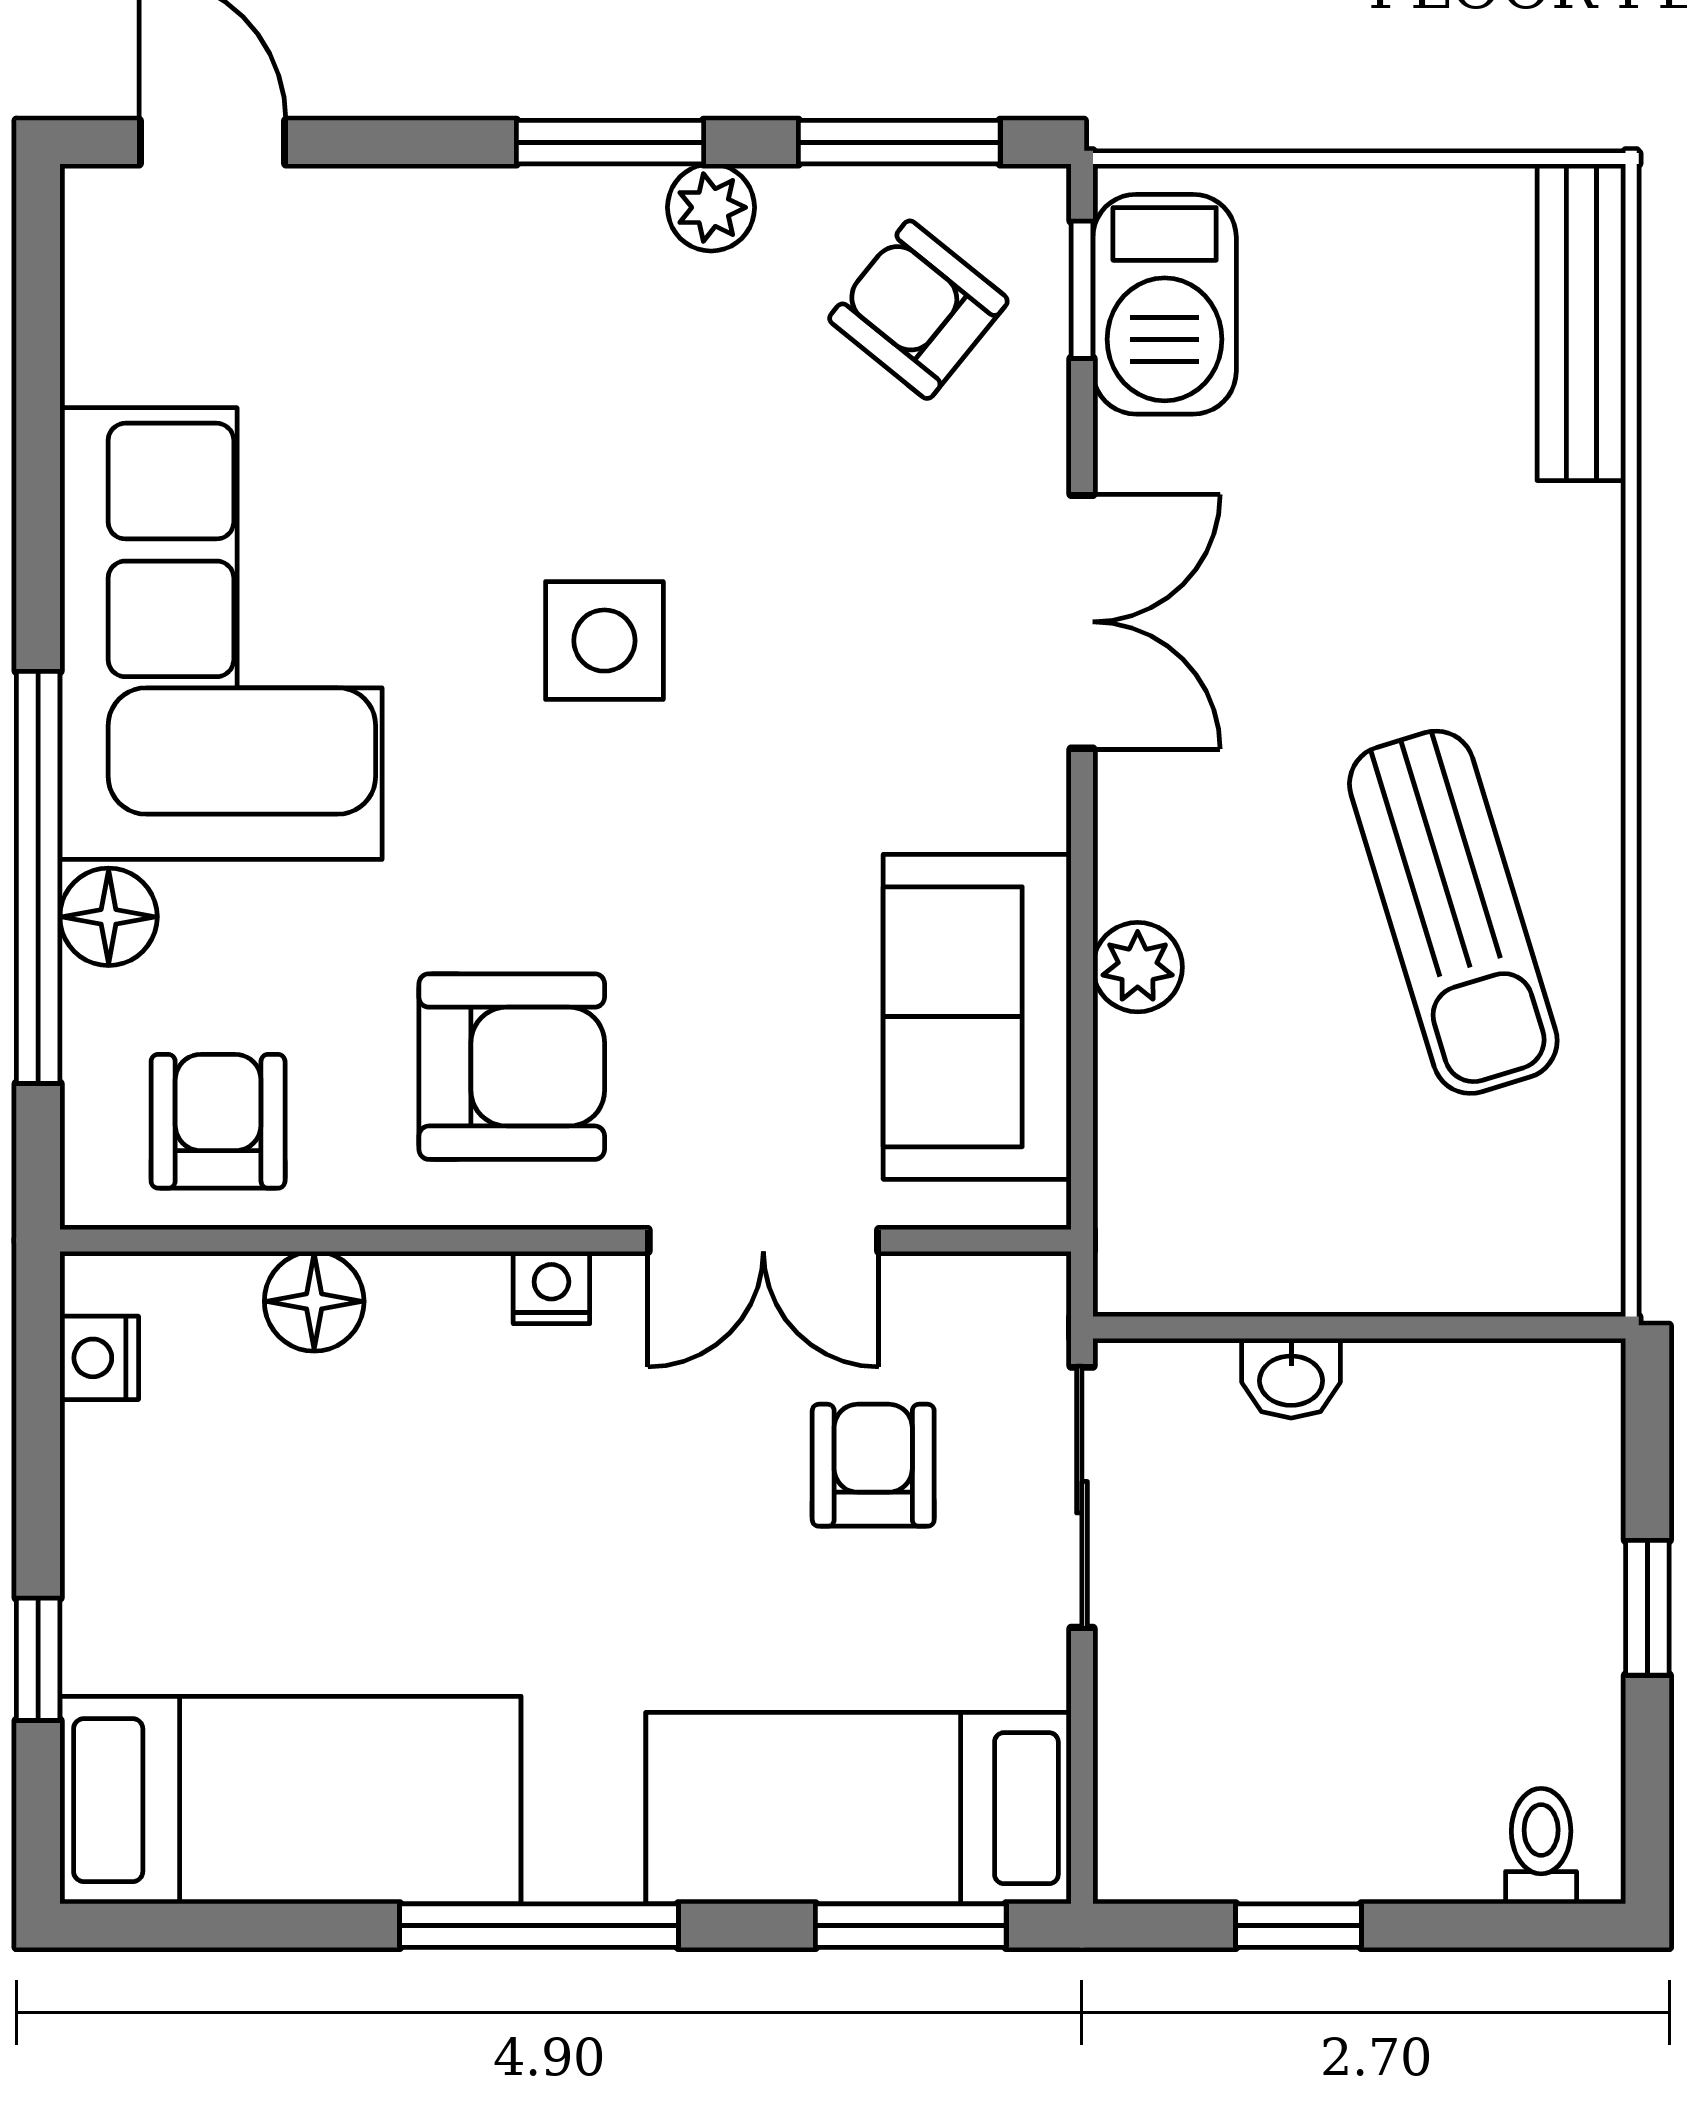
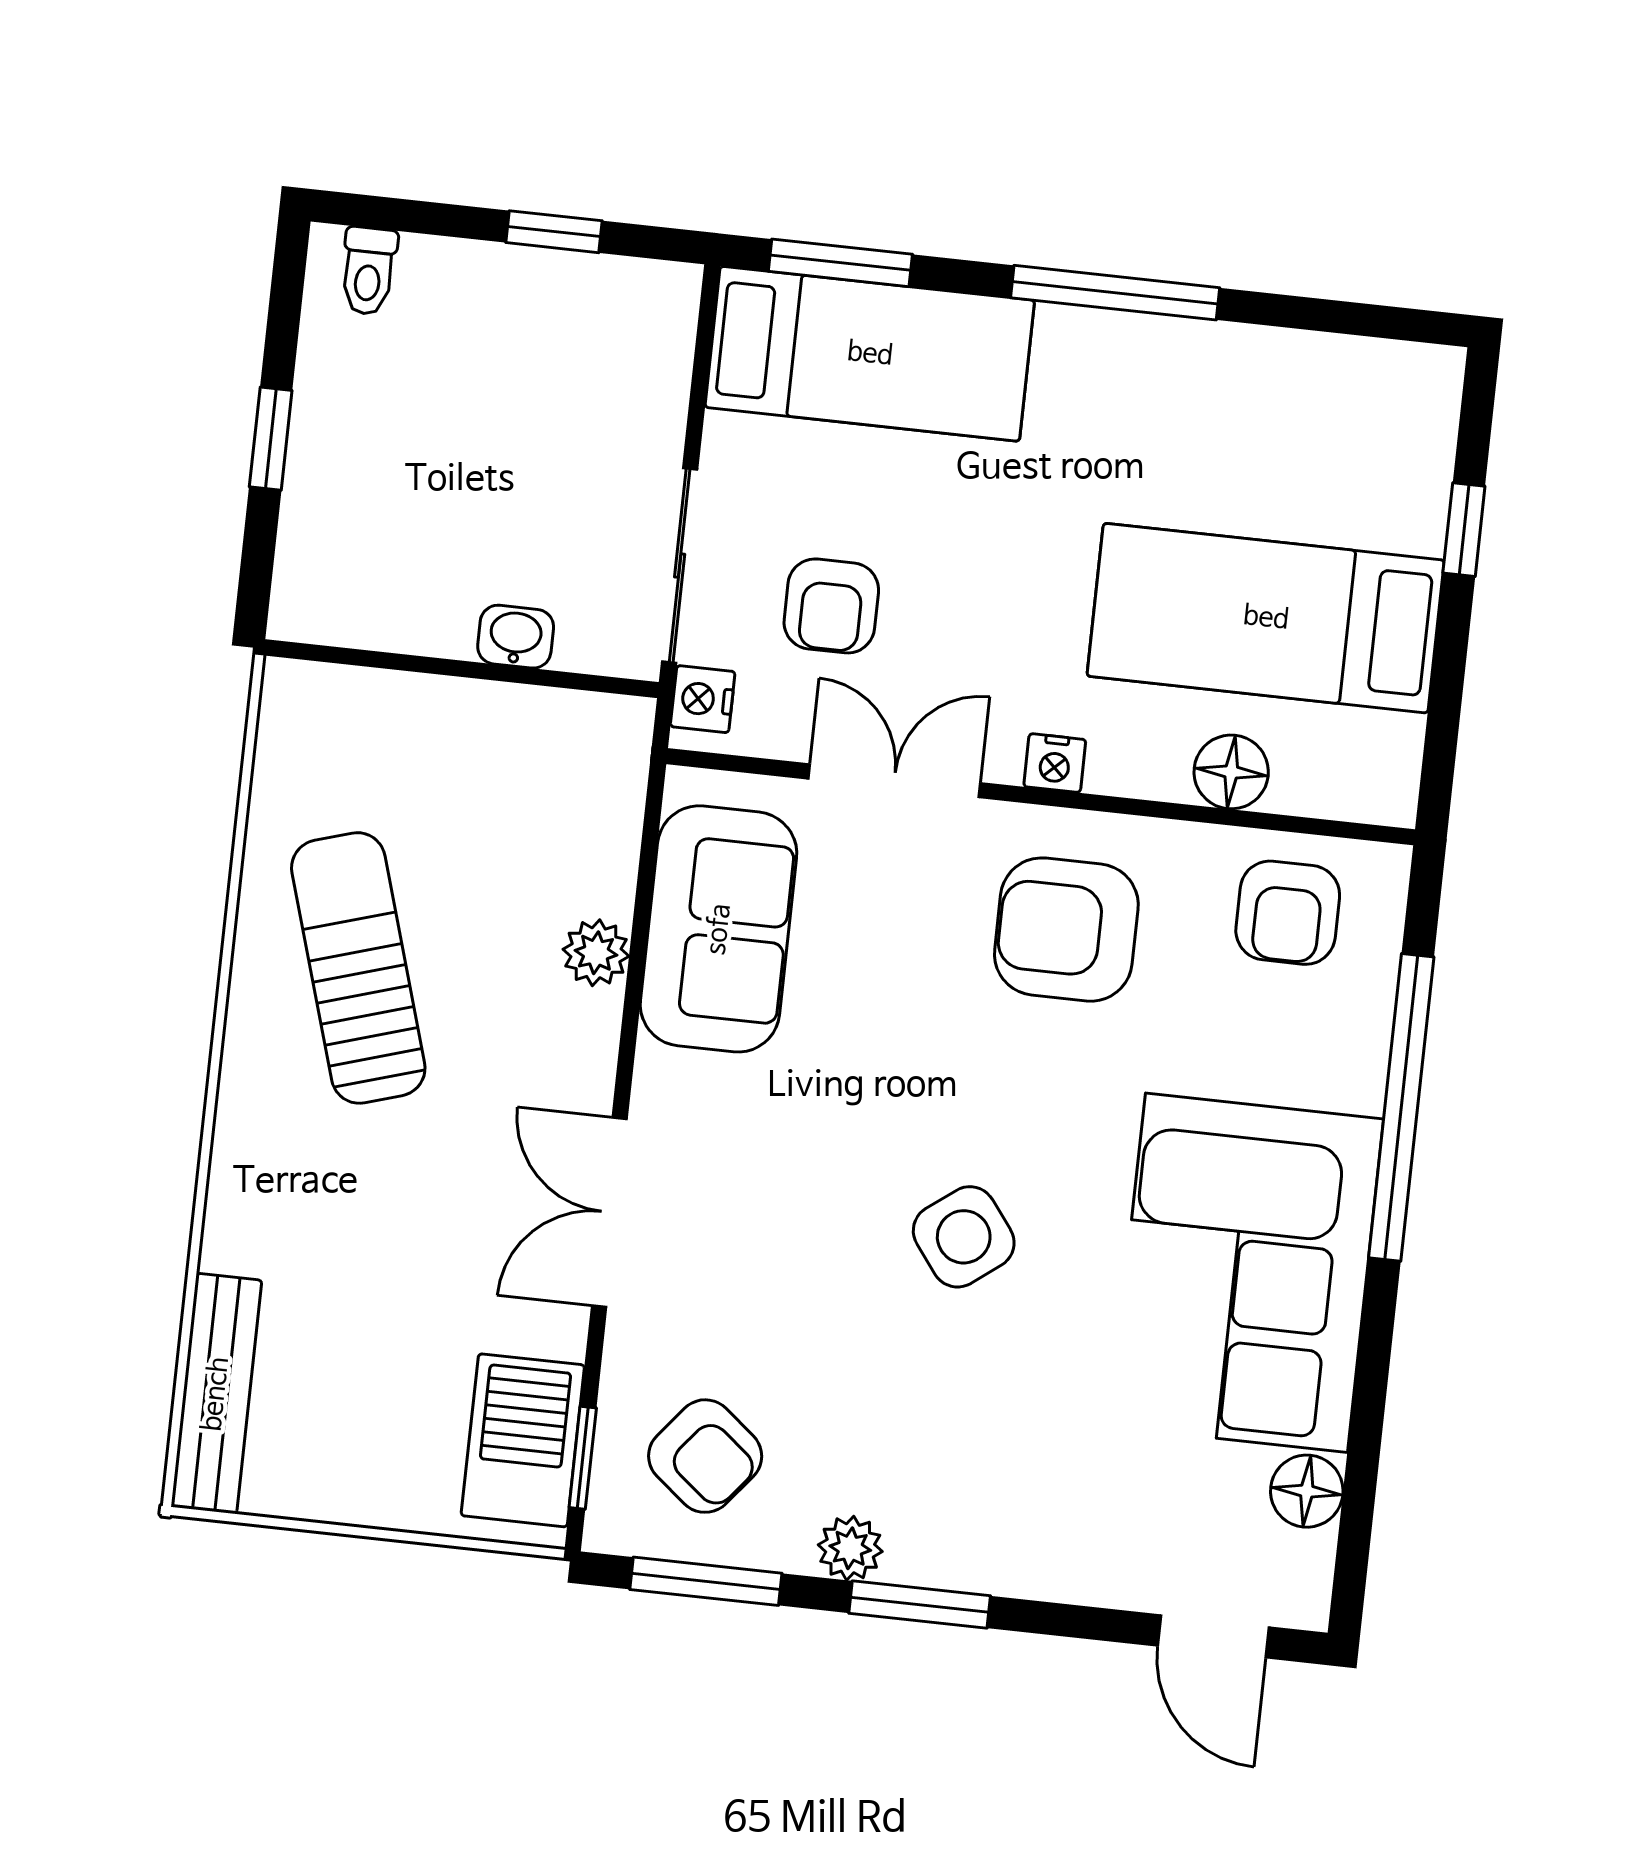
side table: (604, 641) -> (964, 1237), turned -37
floor lamp: (109, 917) -> (1307, 1491), moved
nightstand: (99, 1358) -> (703, 699), moved, turned 180
bed: (290, 1800) -> (1266, 618), moved

